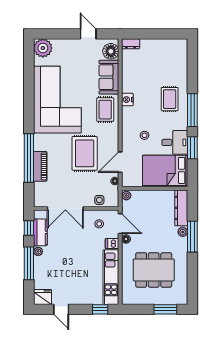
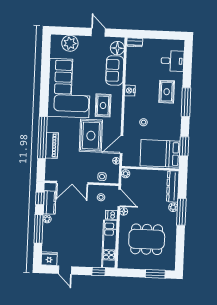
plant: (43, 48) -> (70, 43), moved
rug: (105, 110) -> (103, 105), moved
desk: (175, 142) -> (172, 61), moved
window: (192, 148) -> (184, 146), moved

